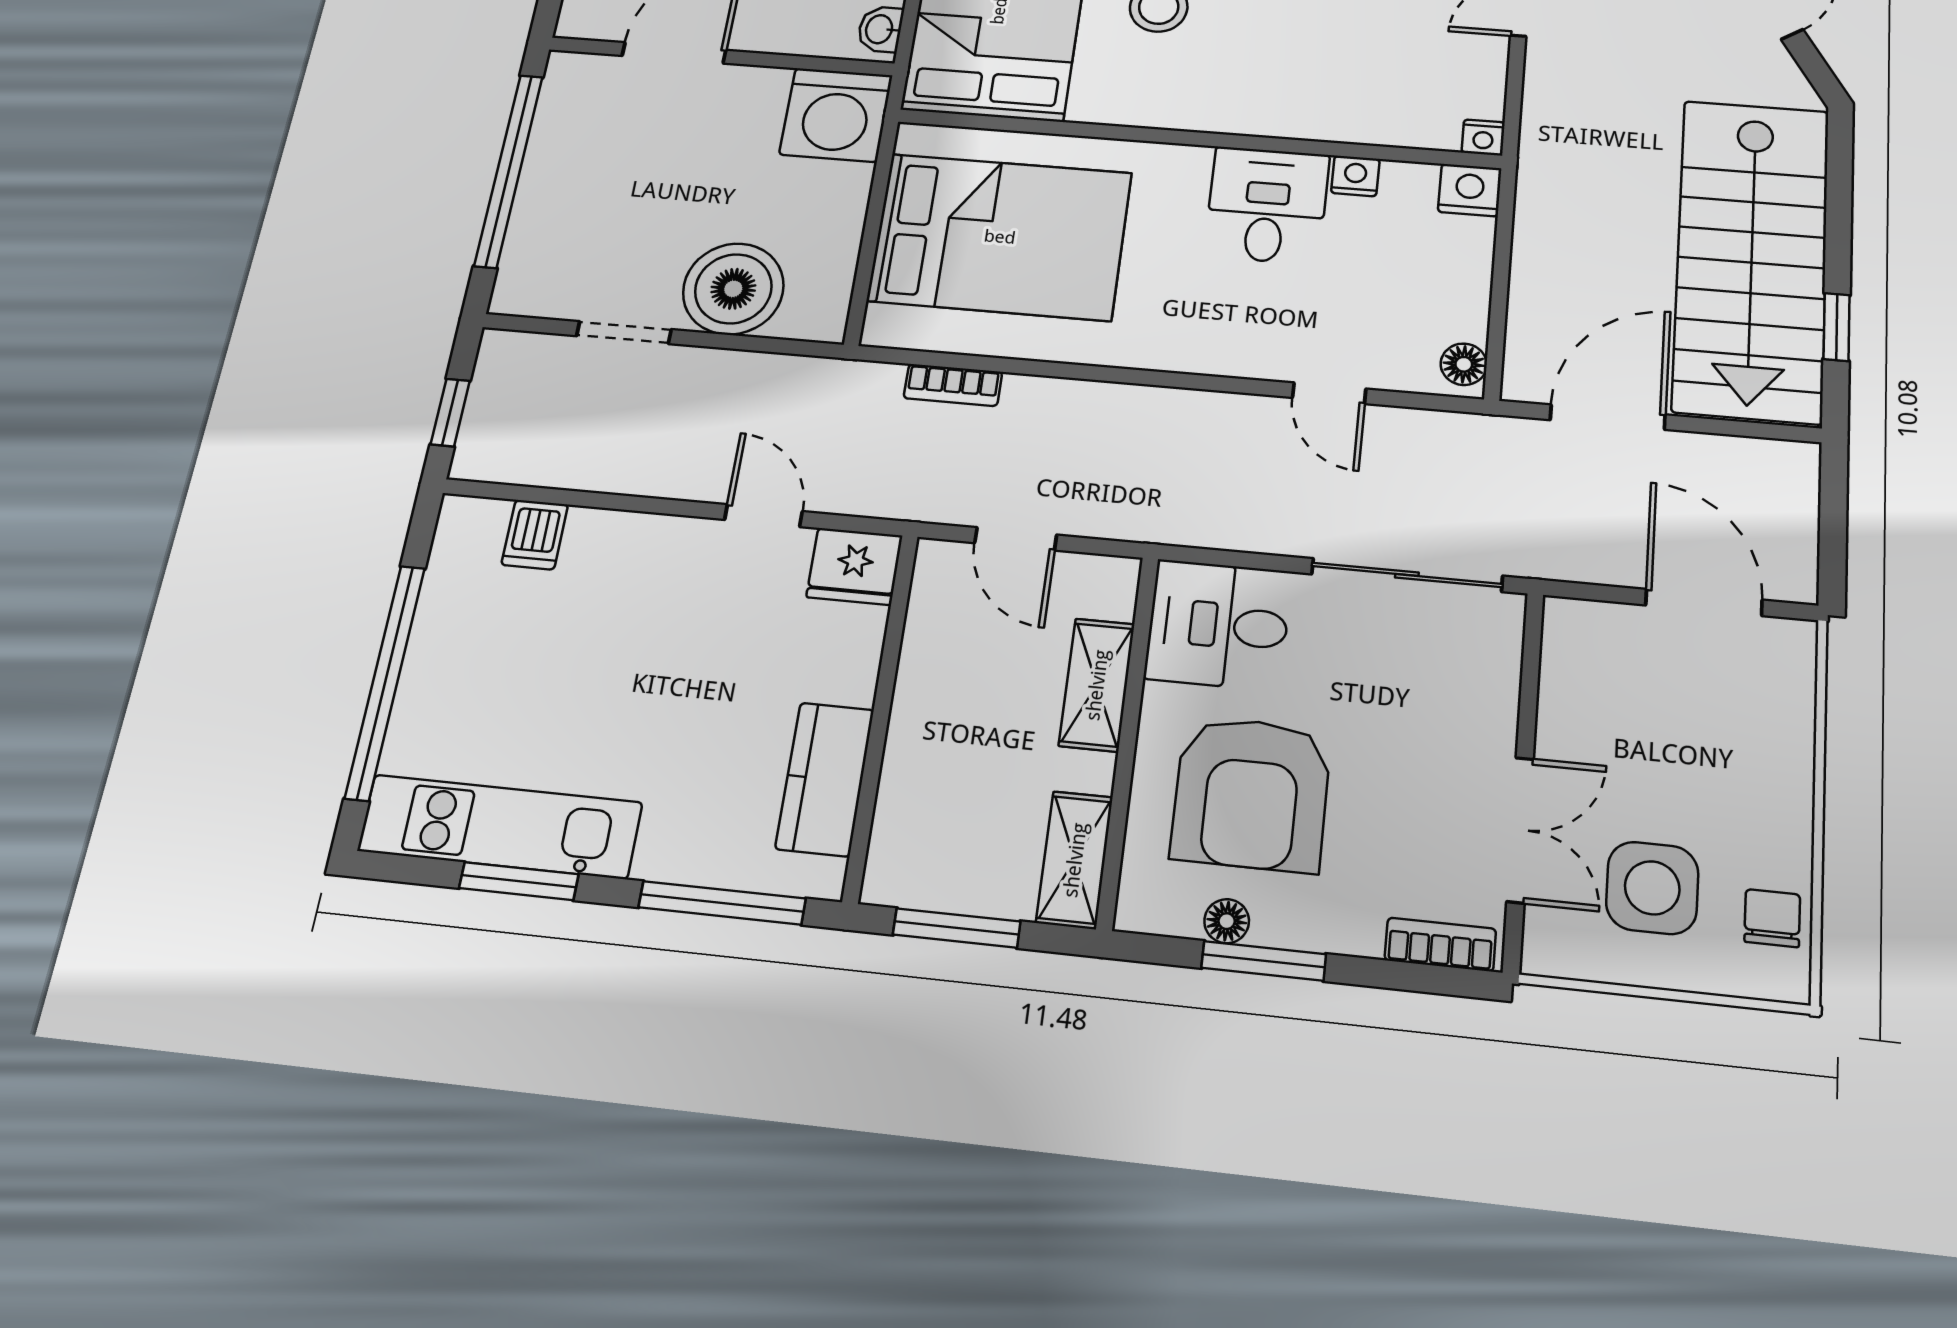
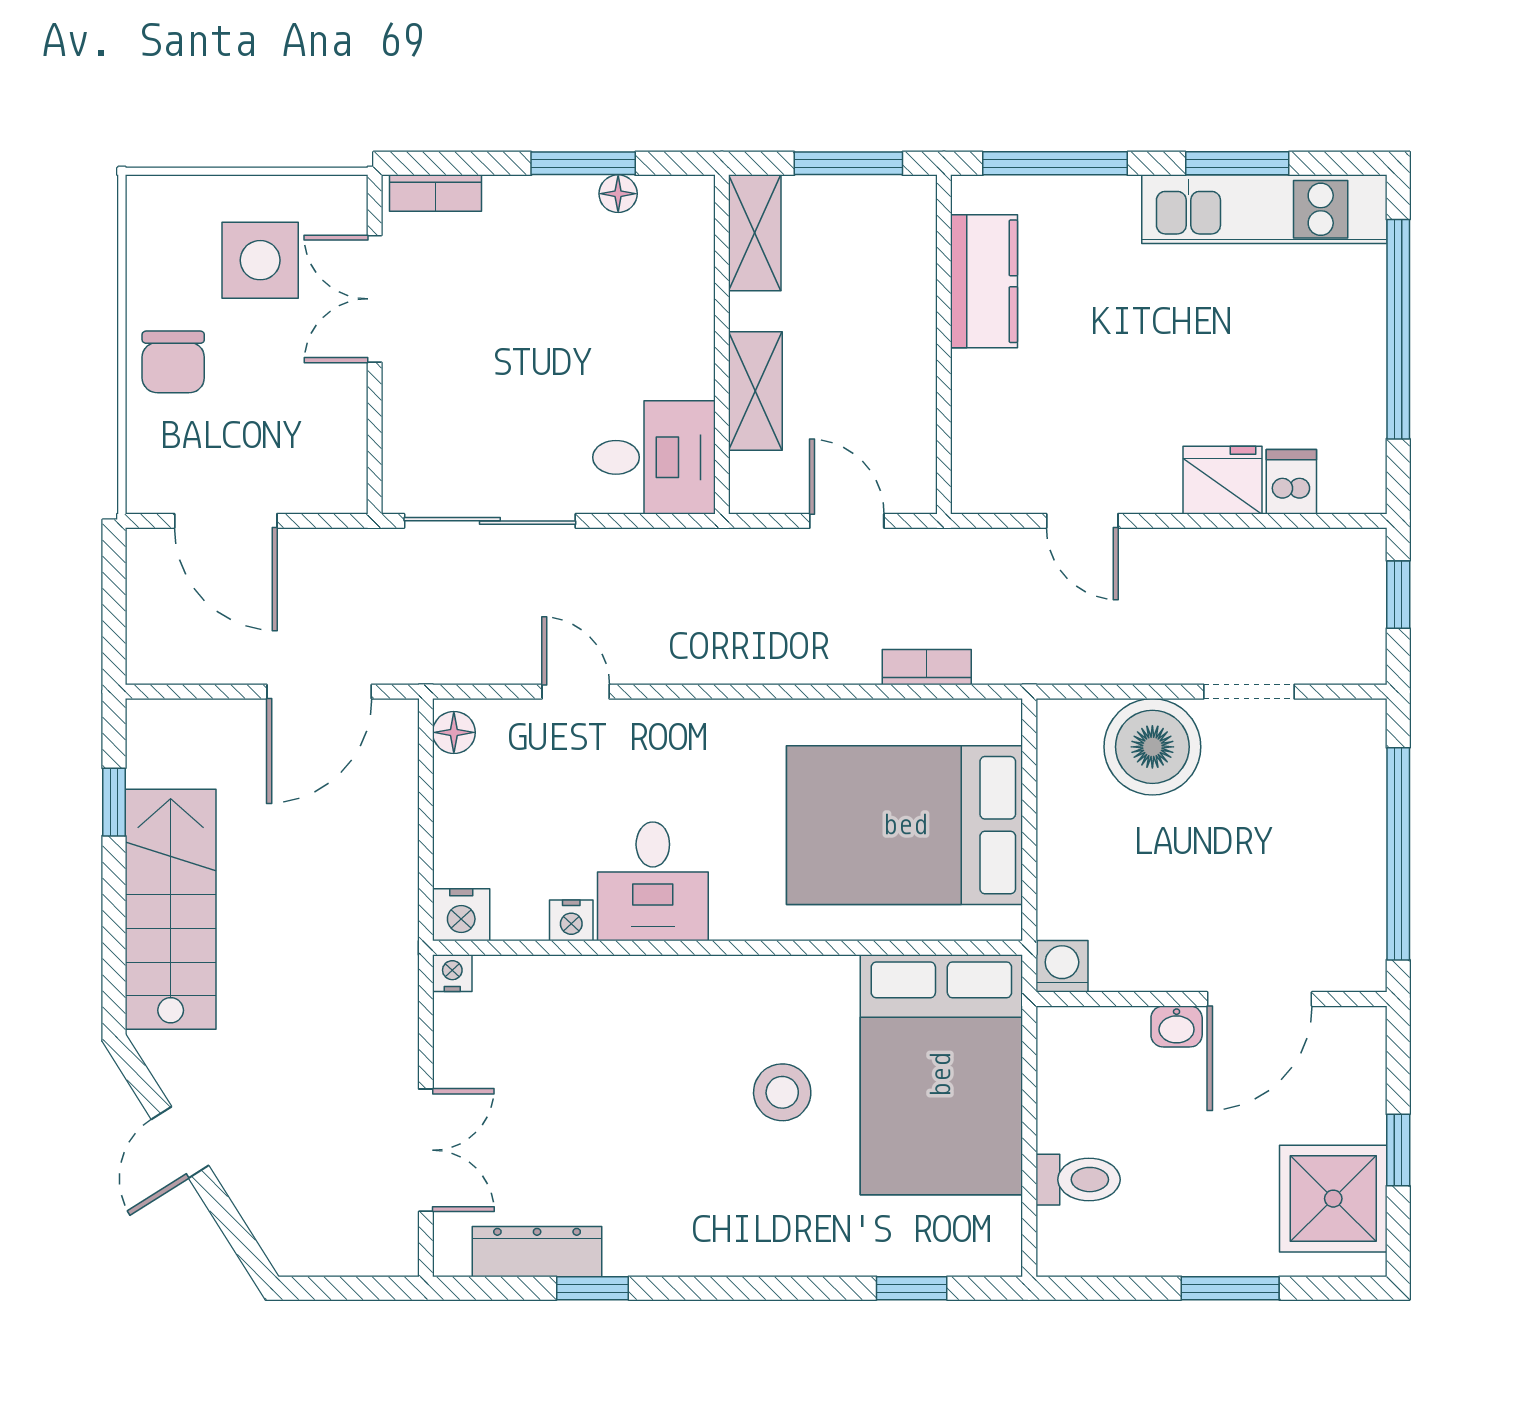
washbasin: (880, 29) -> (1177, 1026), moved, turned 90
washing machine: (836, 115) -> (1062, 966), width x0.53, depth x0.53
stairs: (1752, 259) -> (171, 909), width x0.73, depth x0.66
fridge: (855, 566) -> (1222, 480), moved
armchair: (1251, 794) -> (609, 307), removed
chair: (1772, 918) -> (173, 362), moved, width x1.37, depth x1.37

